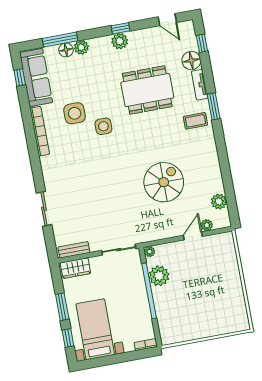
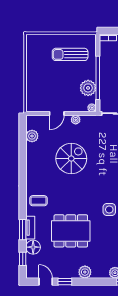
window: (120, 28) -> (65, 282), moved
window: (214, 106) -> (23, 230), moved
spiral stairs: (164, 182) -> (71, 159), turned 180
plant: (207, 225) -> (76, 120), moved
sun lounger: (190, 314) -> (70, 54), added

